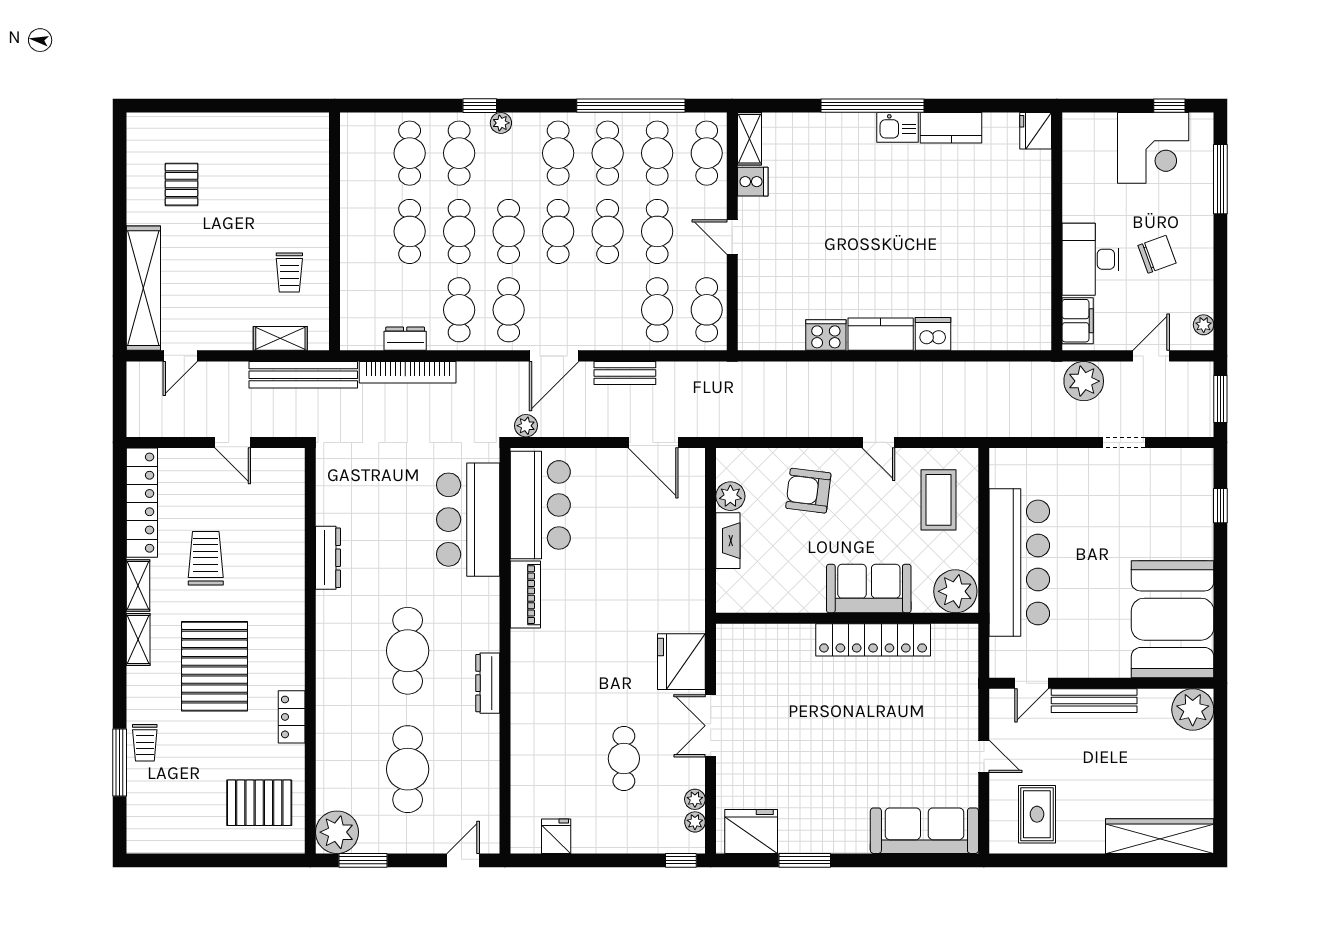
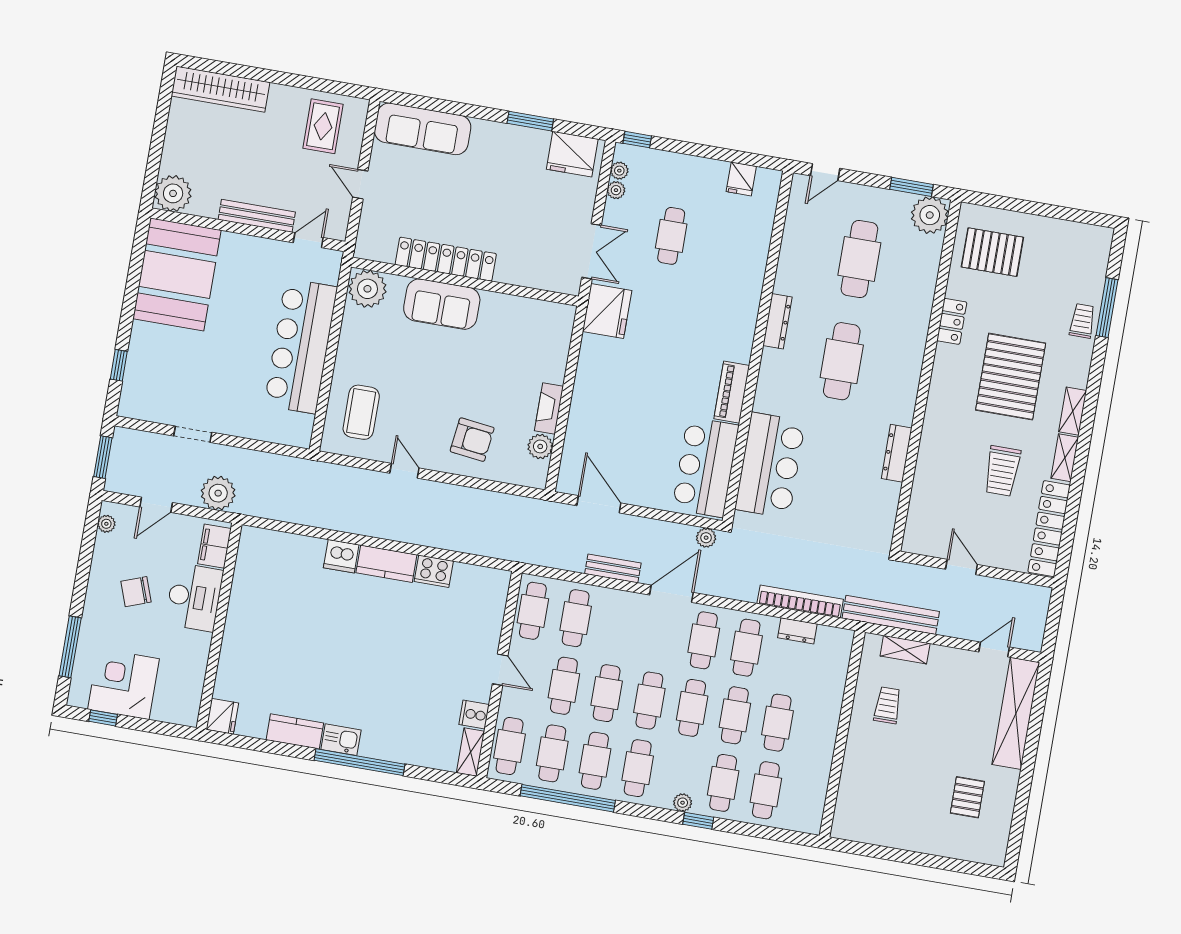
sofa: (869, 588) -> (442, 304), moved
plant: (955, 591) -> (367, 289), moved
wall: (847, 618) -> (465, 282), moved
locker: (873, 640) -> (446, 259), moved

